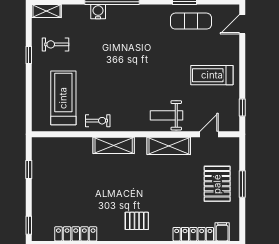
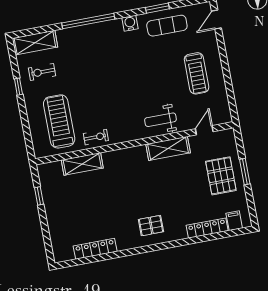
shelving: (46, 11) -> (35, 43), width x1.50, depth x1.33
water cooler: (98, 12) -> (130, 23), moved
treadmill: (212, 75) -> (197, 73), turned -90
window: (242, 107) -> (231, 99), removed
shelving: (114, 145) -> (82, 164), moved
window: (29, 225) -> (49, 249), removed

